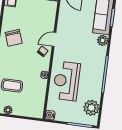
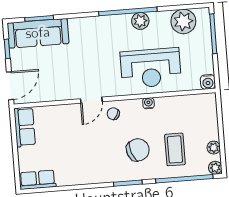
chair: (14, 38) -> (138, 150), moved
door: (54, 39) -> (91, 100), hinge flipped
plant: (103, 40) -> (140, 21), moved

